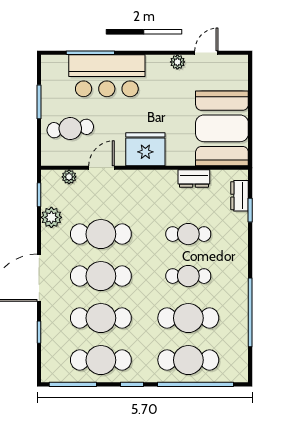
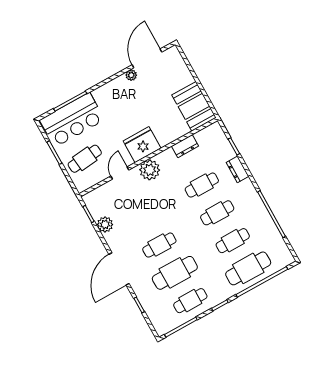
door: (206, 53) -> (147, 58), width x1.88
bar counter: (107, 76) -> (72, 120), moved
booth: (222, 128) -> (194, 106), width x0.73, depth x0.70
plant: (69, 177) -> (150, 170), moved, width x1.87, depth x1.87
dresser: (240, 196) -> (237, 169), moved
cafe table: (101, 234) -> (144, 217), removed
cafe table: (101, 276) -> (159, 245), width x0.73, depth x0.74
cafe table: (188, 318) -> (233, 241), width x0.73, depth x0.74
cafe table: (101, 360) -> (190, 301), width x0.73, depth x0.74

